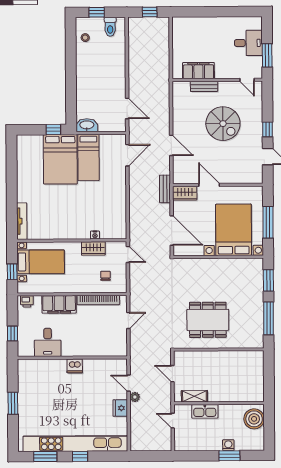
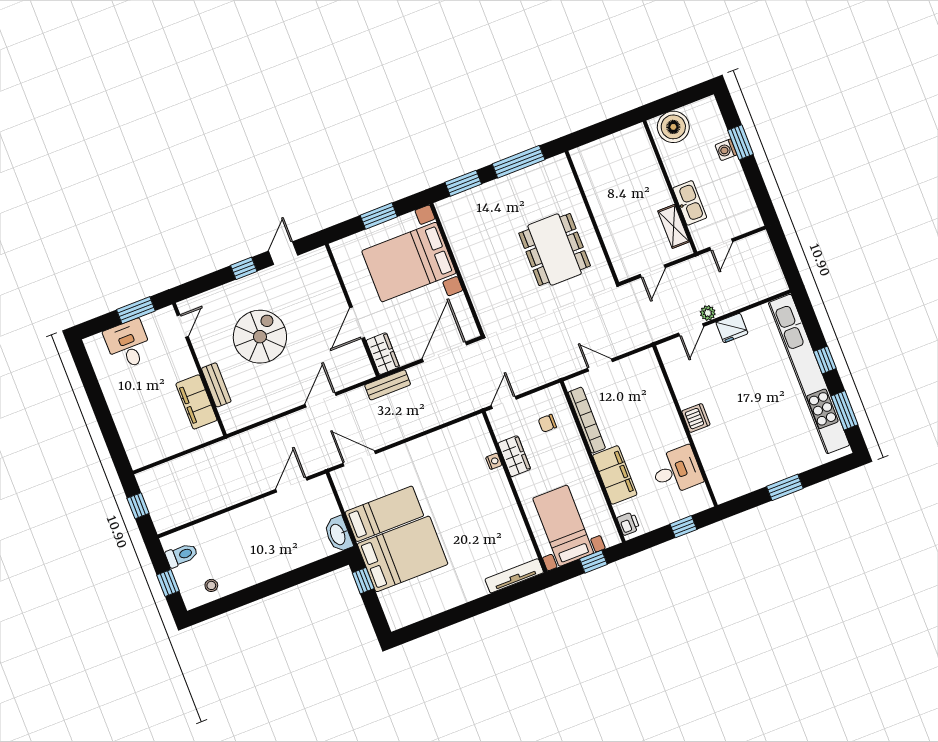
window: (268, 222) -> (379, 216), width x0.69

